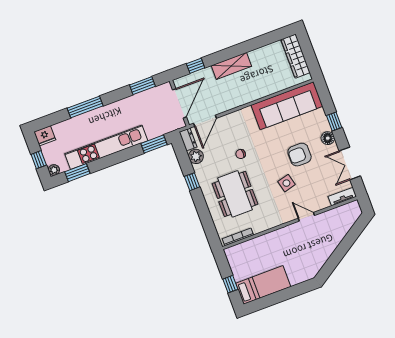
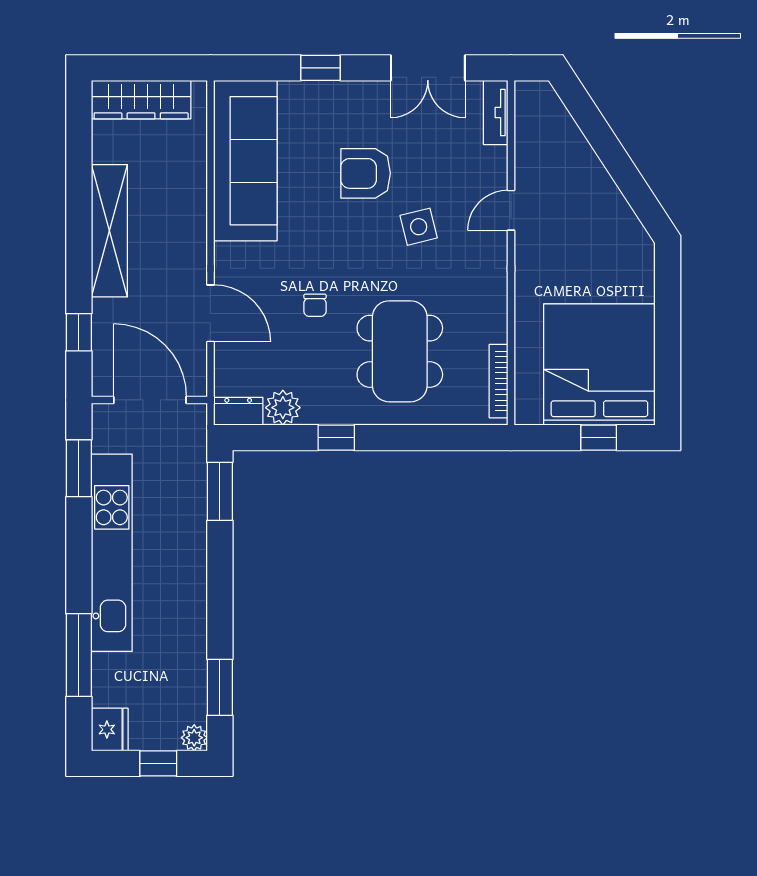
shelving: (231, 66) -> (109, 231), width x1.47
window: (85, 107) -> (79, 655), moved
door: (205, 121) -> (210, 313), moved
floor lamp: (328, 138) -> (352, 96), removed
kitchen unit: (106, 147) -> (112, 553), moved, turned 180
armchair: (300, 155) -> (366, 173), turned 90
dining table: (235, 194) -> (400, 351), turned 90
bed: (263, 285) -> (599, 364), width x2.04

